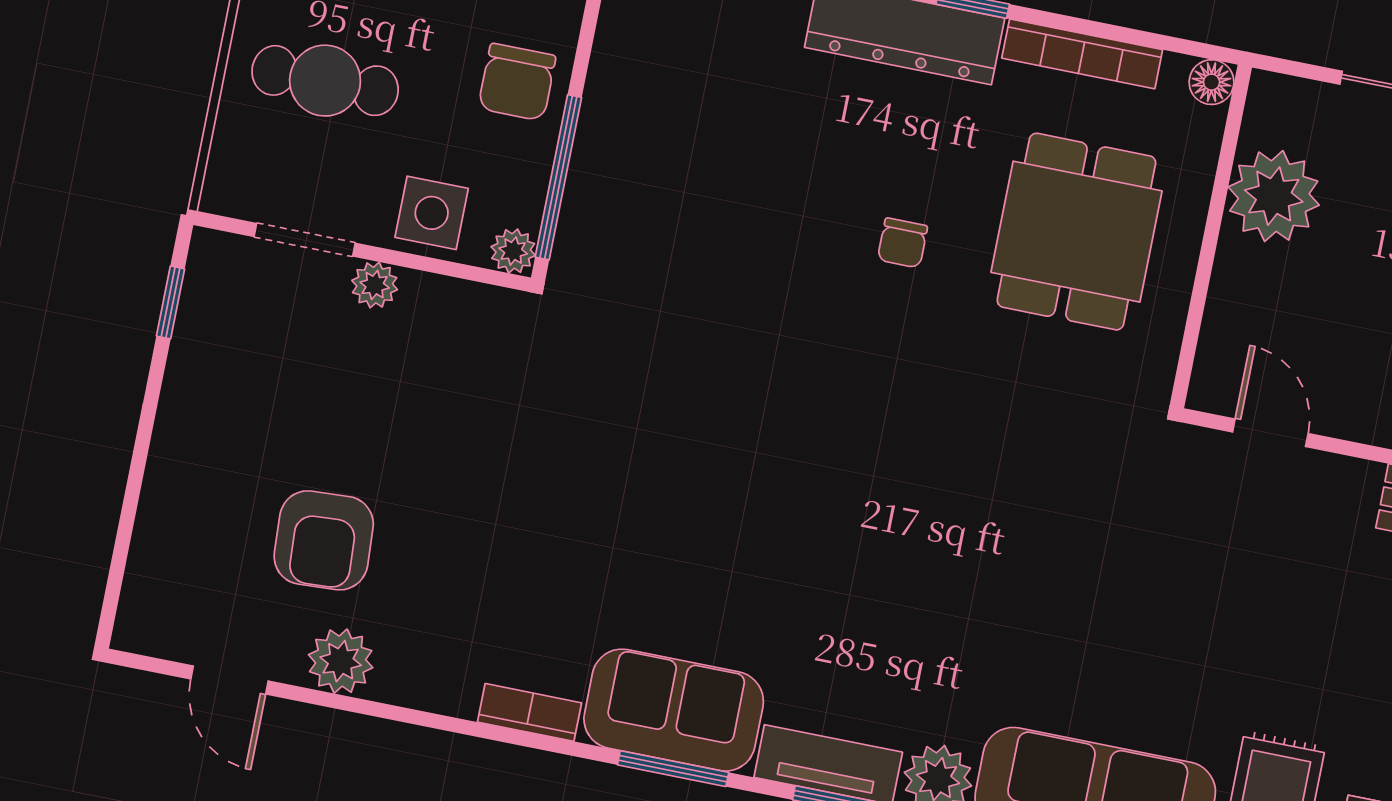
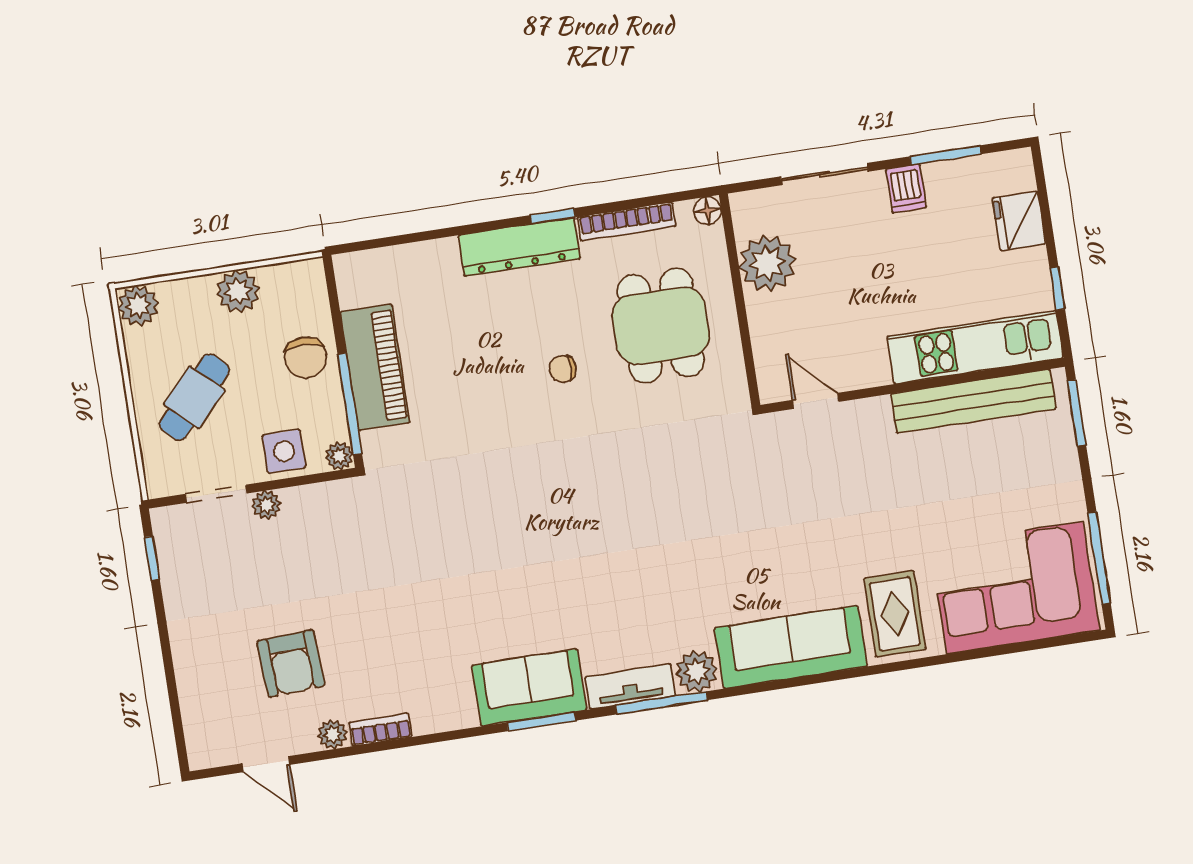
cafe table: (325, 81) -> (194, 397), turned -47
piano: (617, 136) -> (375, 367), added
chair: (902, 243) -> (563, 369), turned 90
plant: (341, 661) -> (333, 734), width x0.73, depth x0.73
bookcase: (529, 712) -> (380, 730), moved

